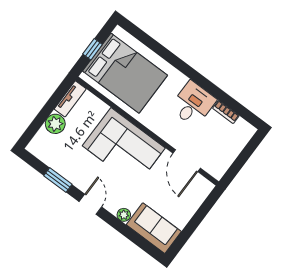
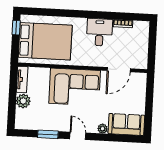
window: (93, 49) -> (16, 28), moved
door: (187, 161) -> (119, 70), hinge flipped

